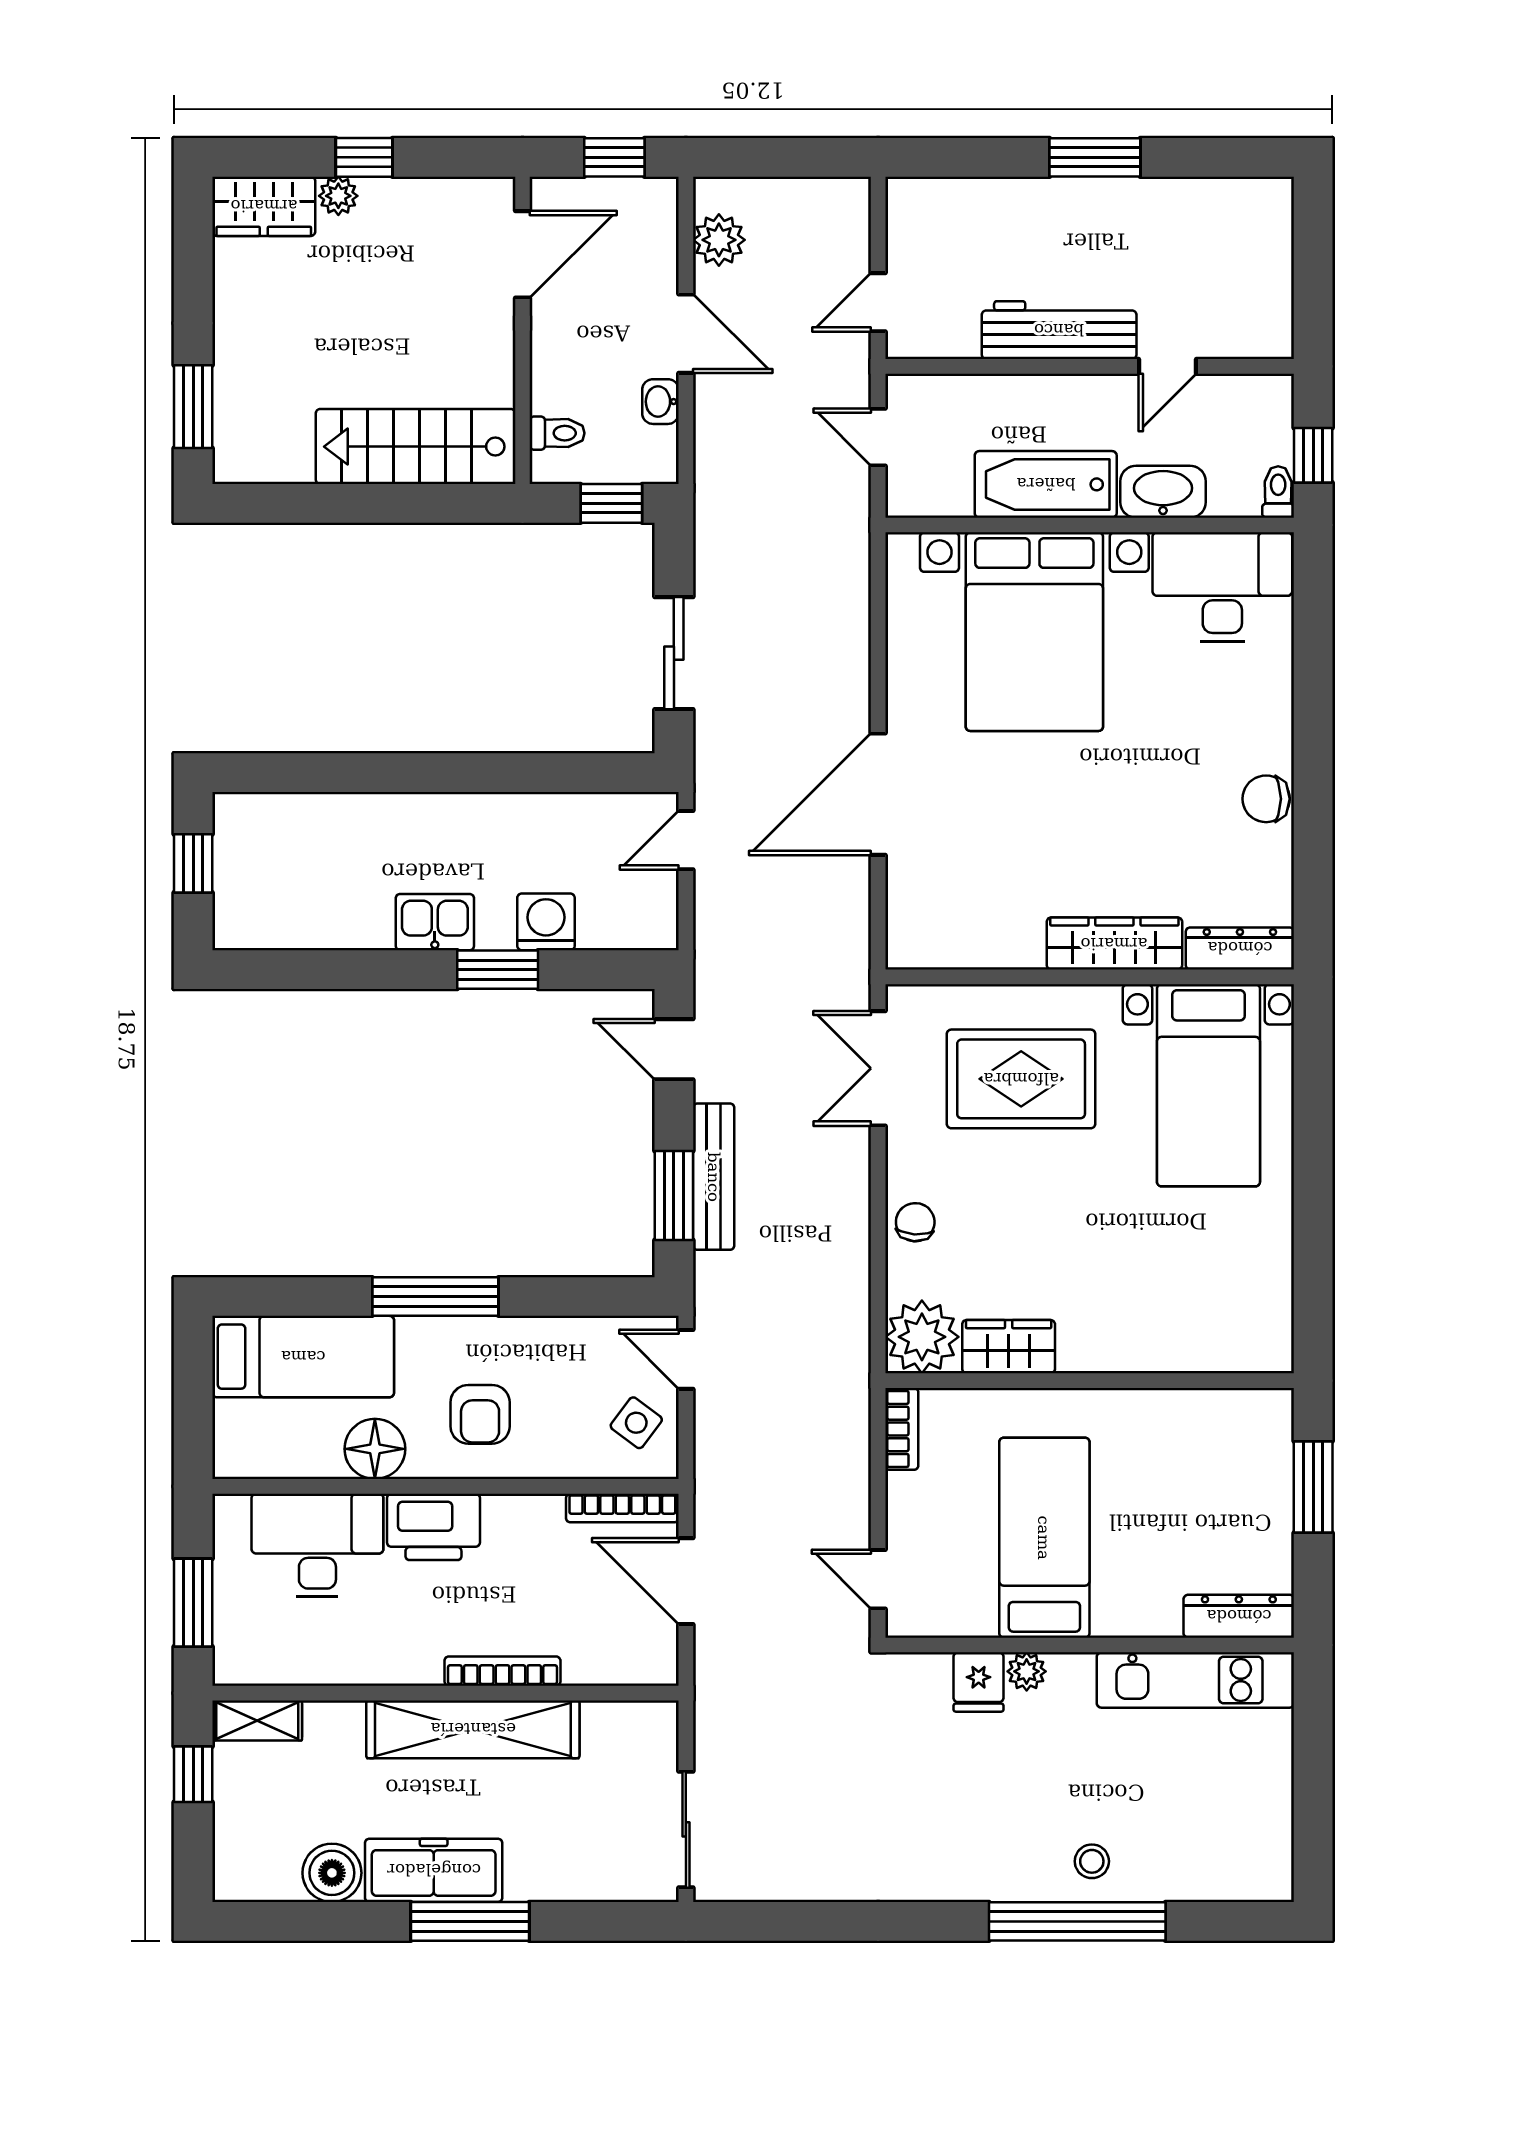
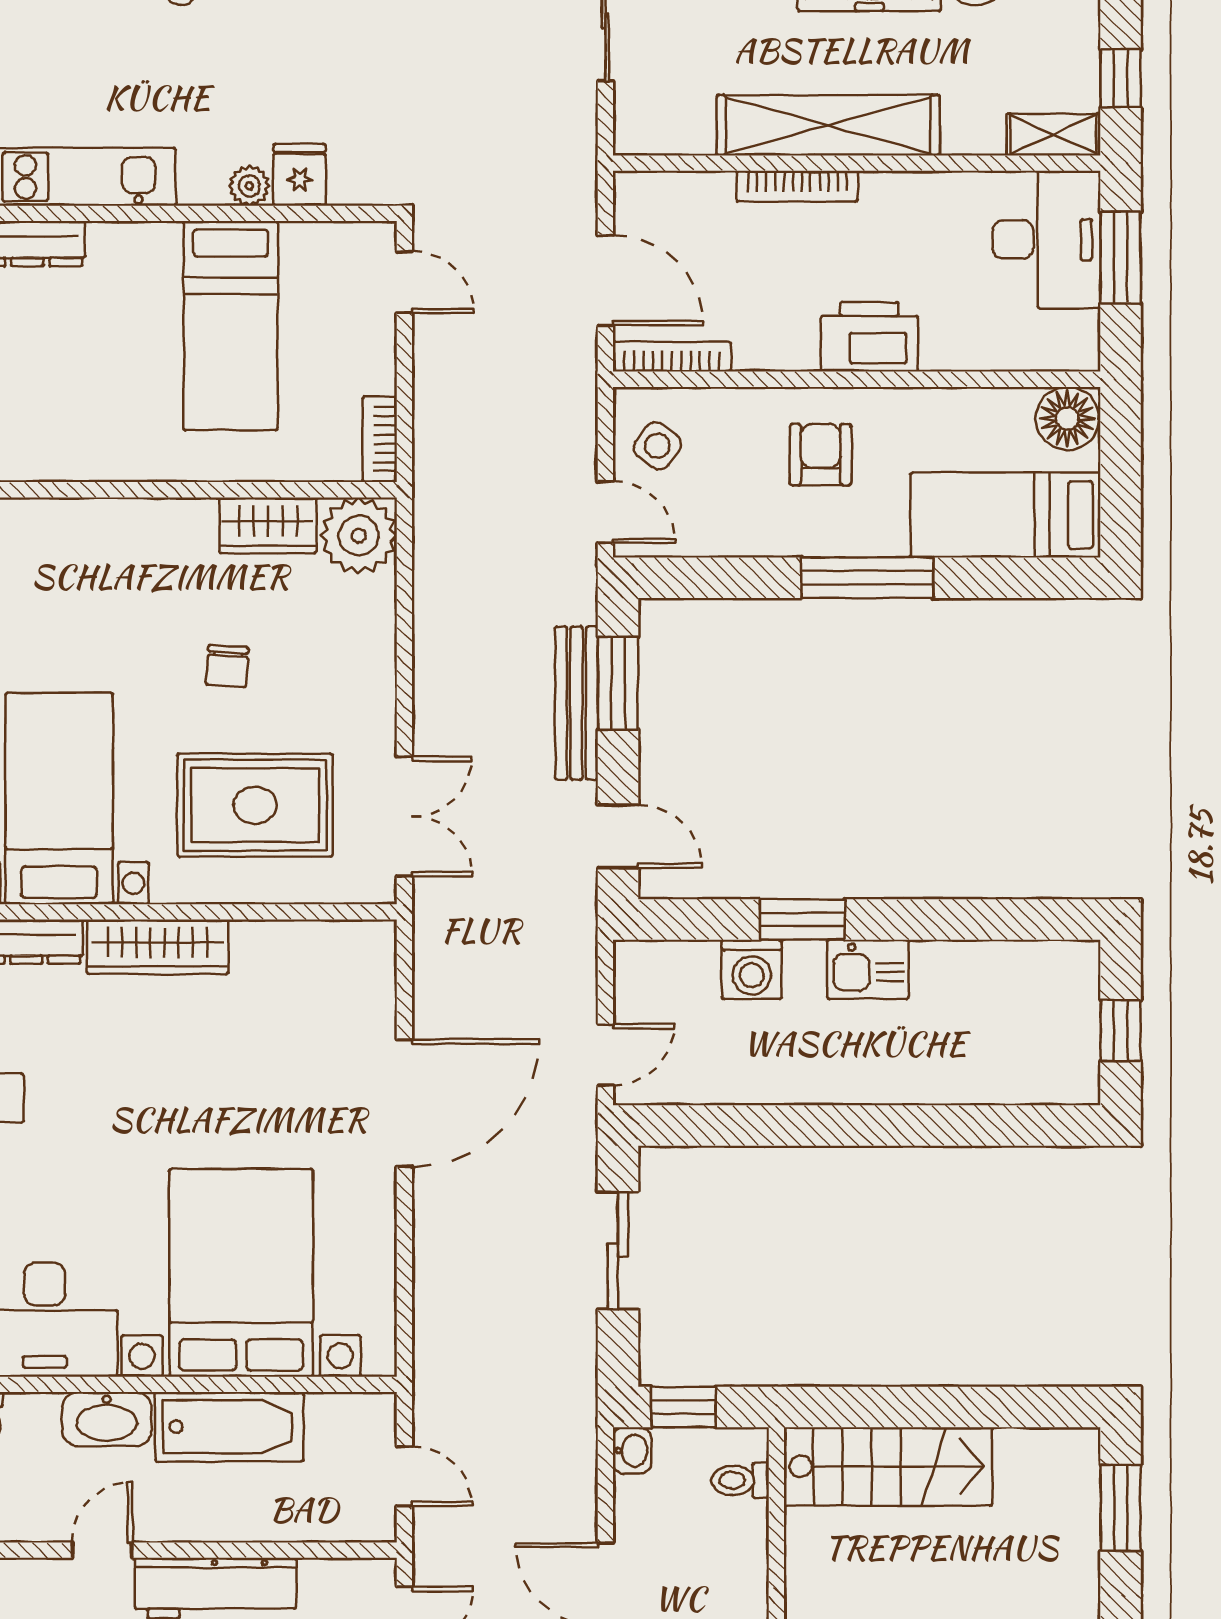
washbasin: (660, 402) -> (632, 1451), moved
chair: (915, 1222) -> (227, 666), moved
floor lamp: (375, 1449) -> (1067, 418), moved
desk: (317, 1545) -> (1046, 239), moved, turned -90

